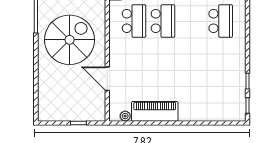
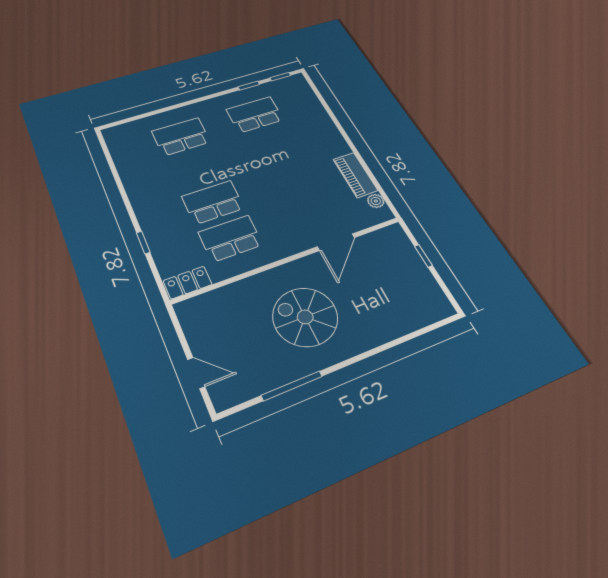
spiral stairs: (70, 40) -> (305, 317), width x0.73, depth x0.73
school desk: (221, 74) -> (255, 115), added
piano: (155, 111) -> (355, 175), width x0.73, depth x0.75

